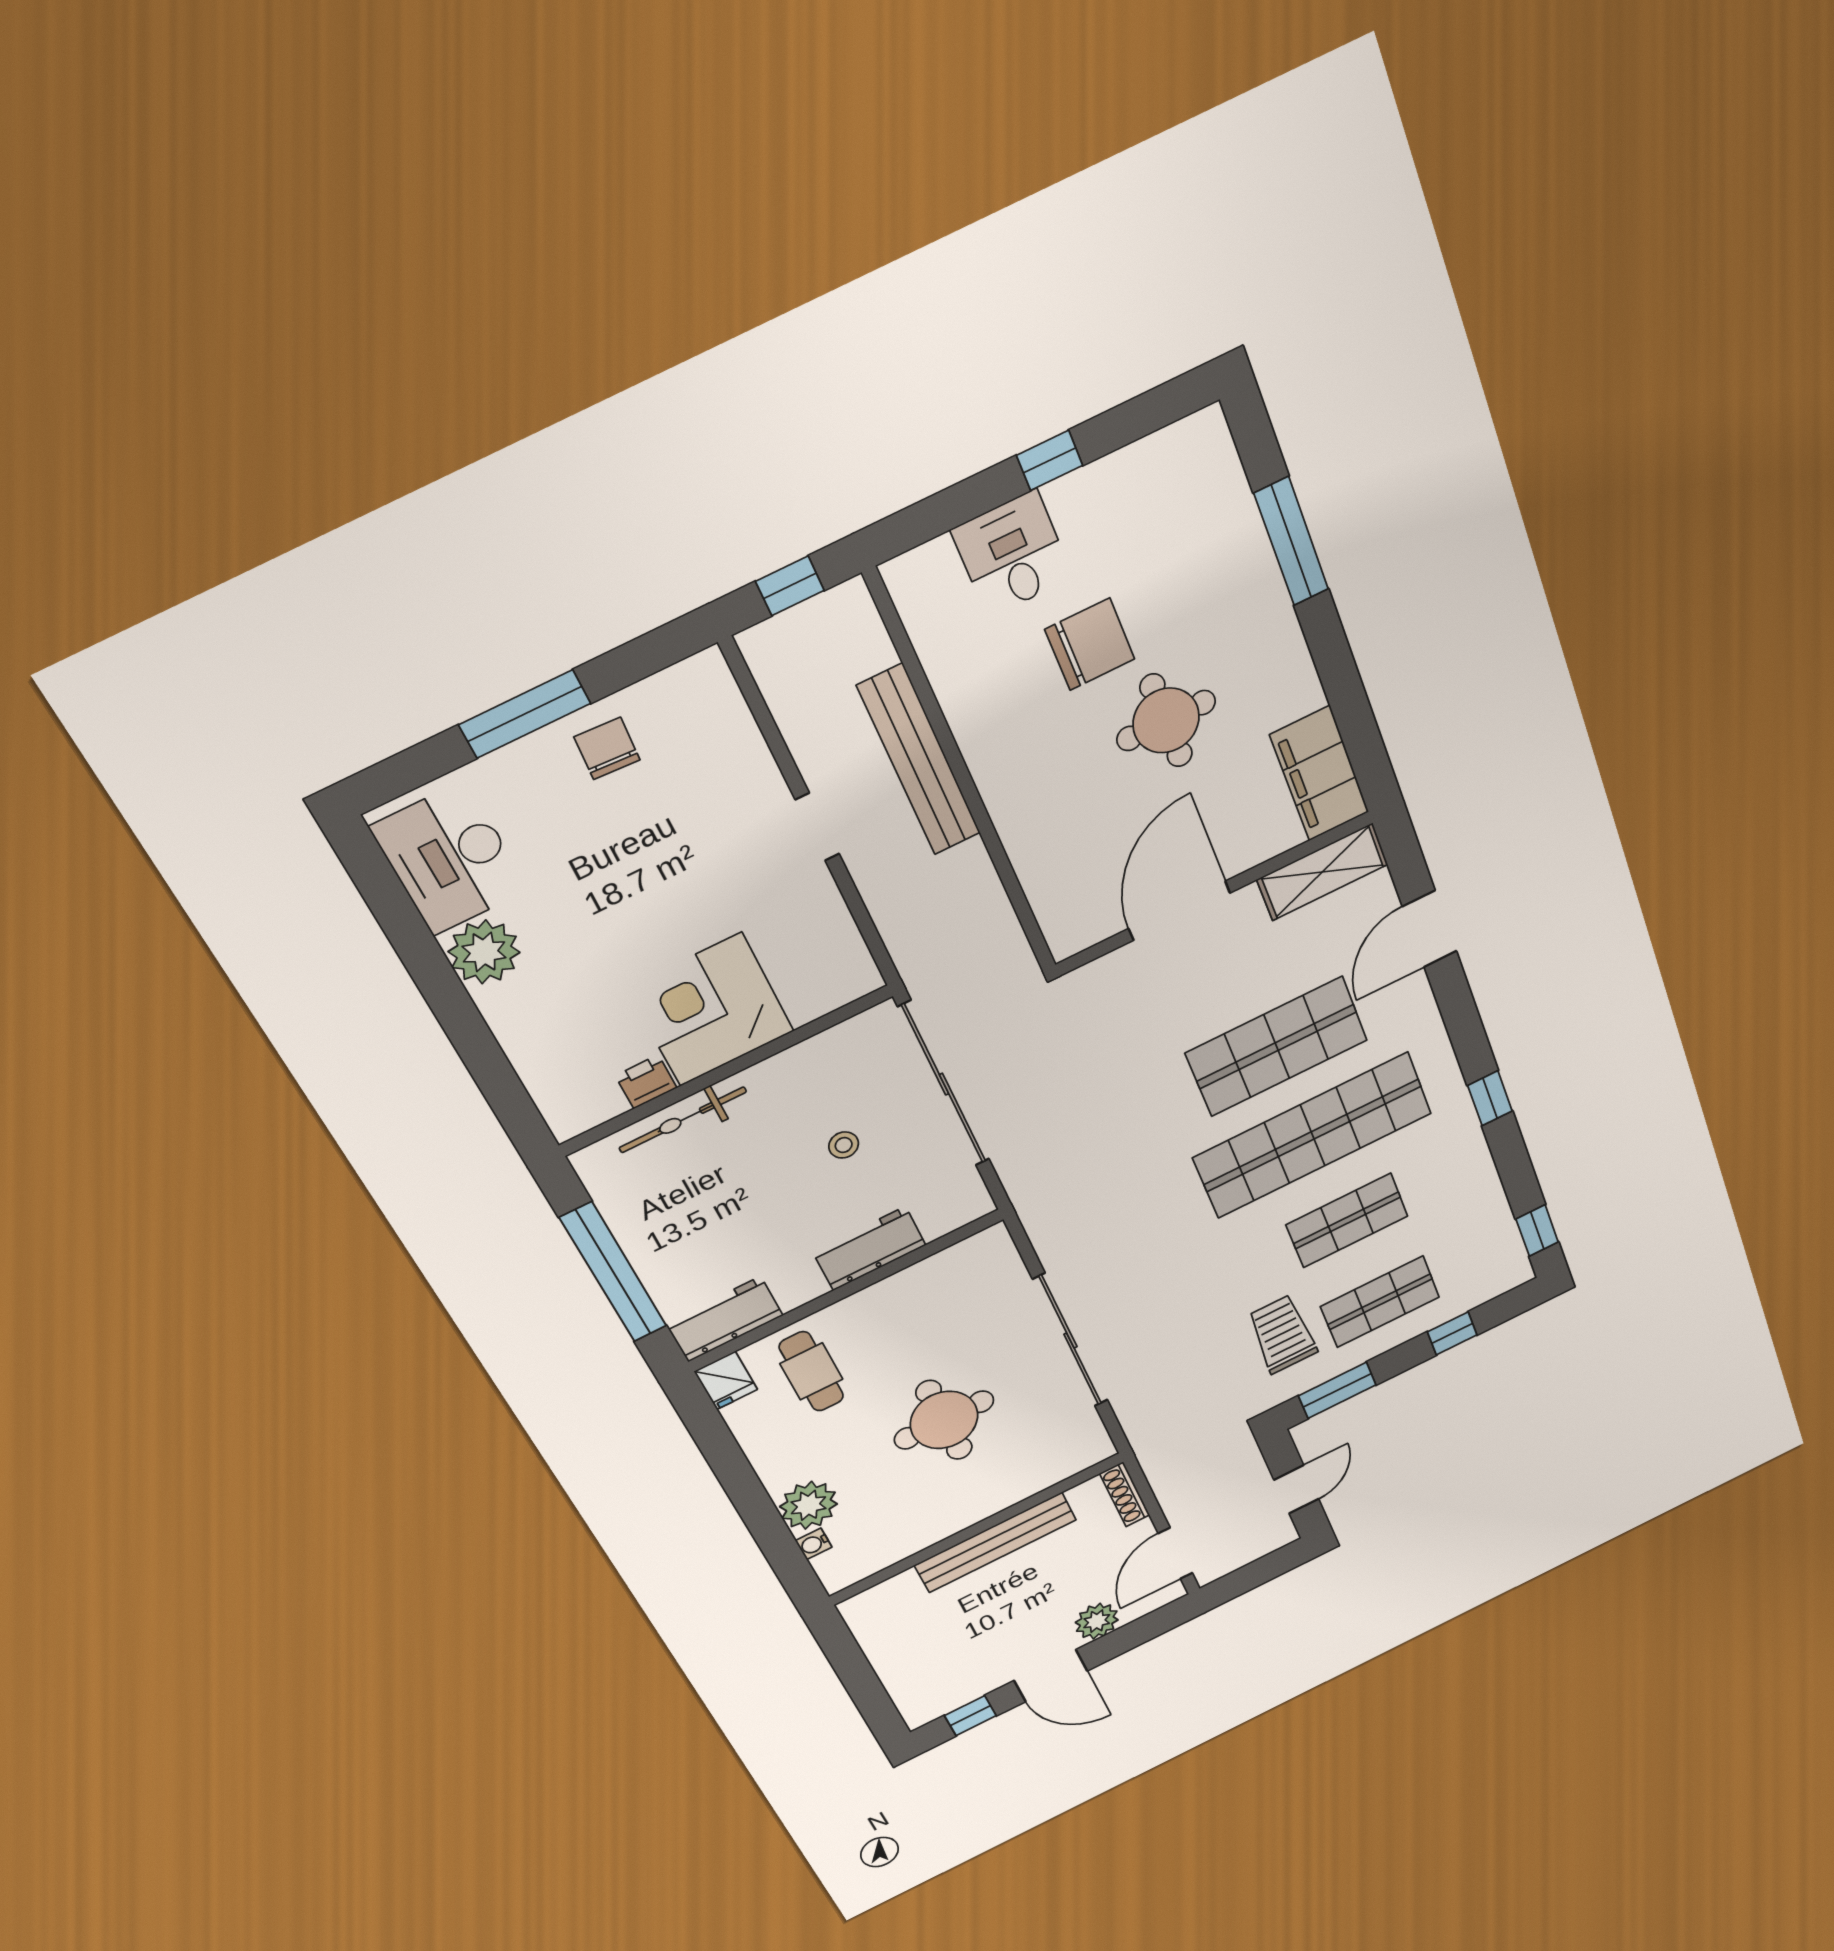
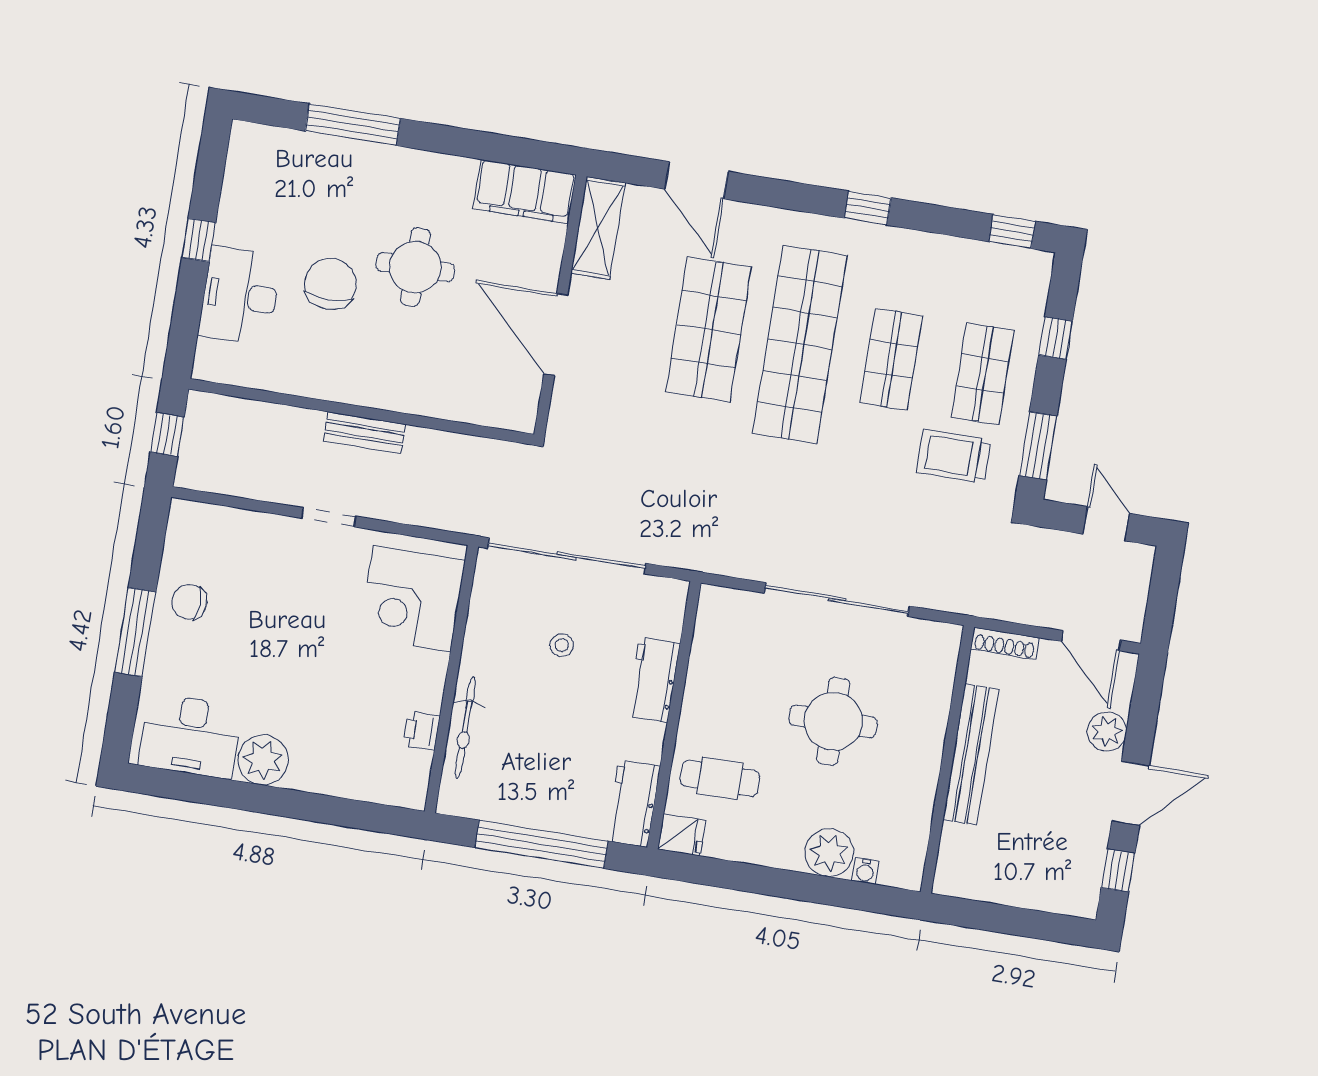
desk: (1012, 554) -> (240, 296), width x1.37
bench: (919, 760) -> (364, 433), width x0.54, depth x0.82
corner desk: (711, 1010) -> (412, 599), moved

